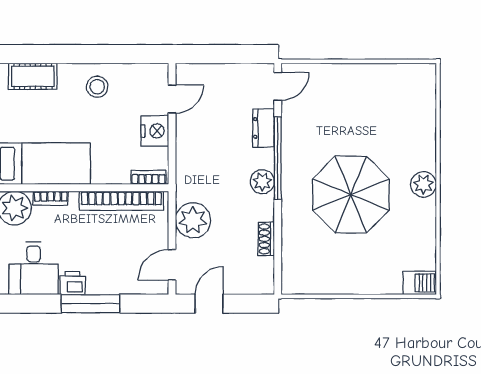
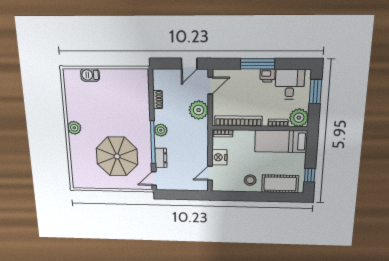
cot: (33, 76) -> (280, 184), width x1.37, depth x1.34
parasol: (351, 195) -> (117, 156), moved
barbecue: (420, 283) -> (90, 75), moved

